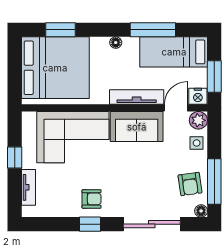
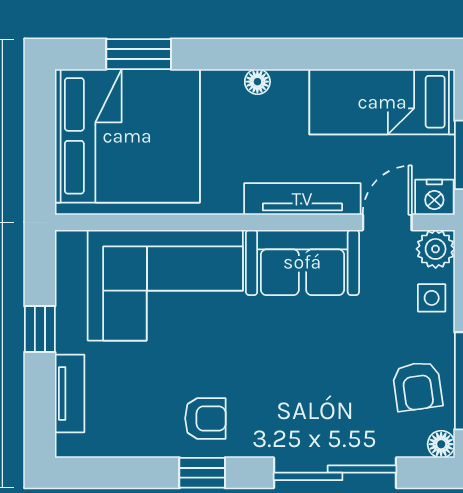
window: (153, 30) -> (338, 54), removed

